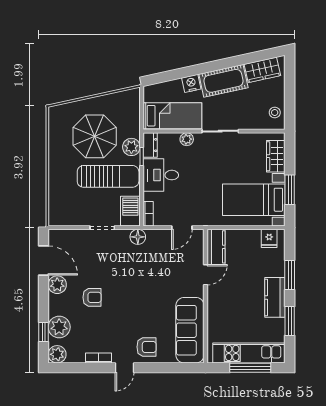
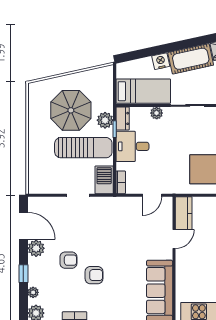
floor lamp: (138, 237) -> (111, 204), removed
plant: (59, 327) -> (33, 292), width x0.53, depth x0.53
window: (44, 332) -> (23, 274), moved
armchair: (146, 347) -> (94, 275), moved

